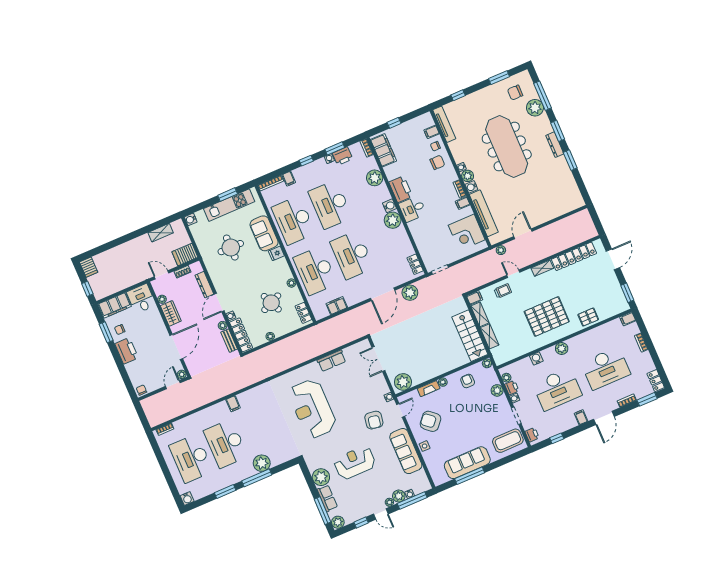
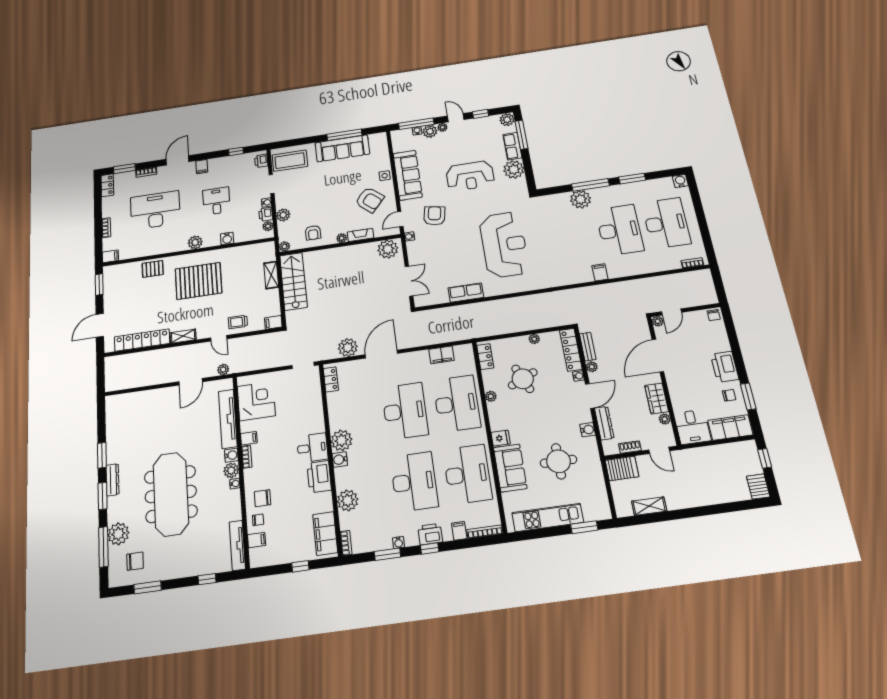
printer: (343, 156) -> (430, 534), moved
window: (228, 195) -> (584, 527), moved
water cooler: (191, 219) -> (588, 430), moved
shelving: (480, 314) -> (274, 302), removed
desk: (557, 389) -> (216, 201), width x0.53, depth x0.77

